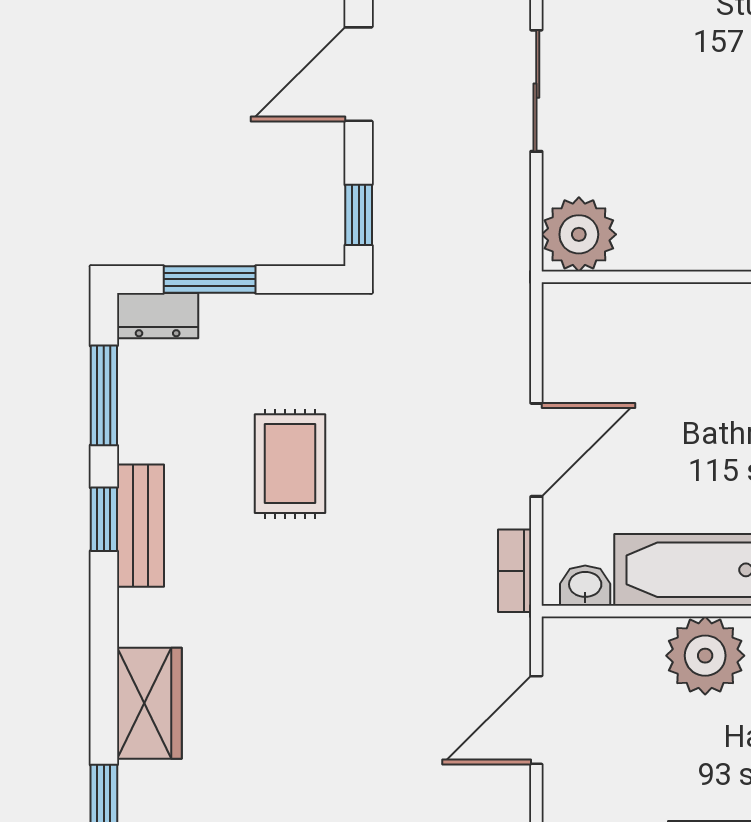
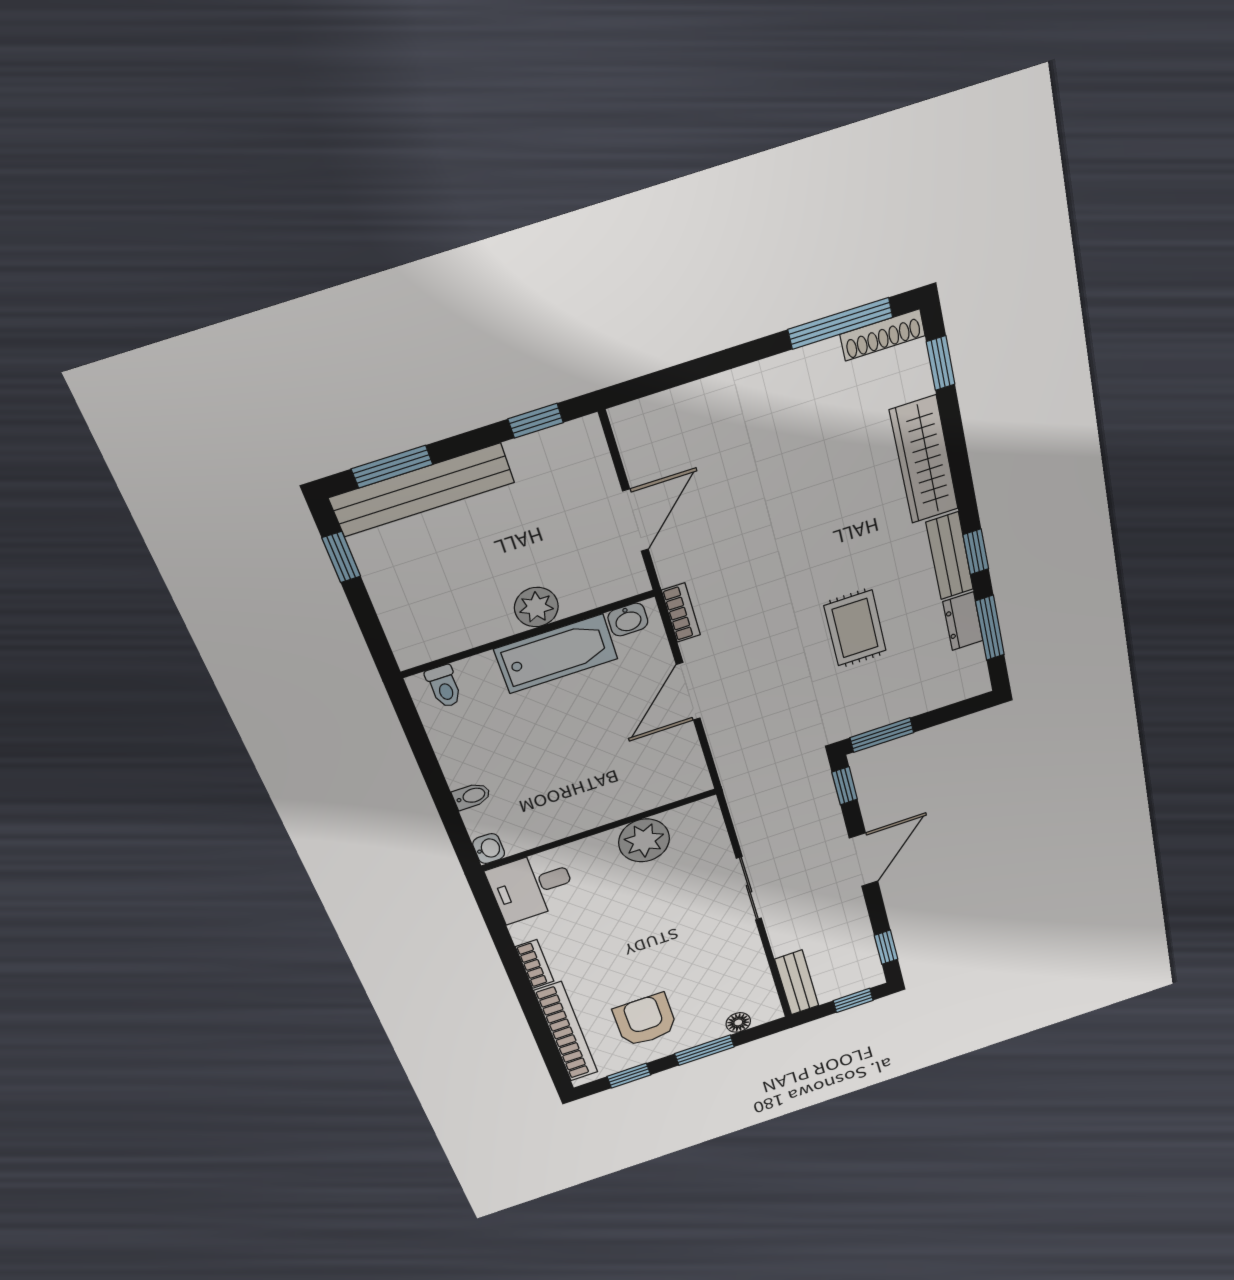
plant: (579, 234) -> (644, 840), moved
window: (210, 279) -> (882, 735), moved
dresser: (158, 316) -> (963, 621), moved, turned -90
plant: (705, 656) -> (536, 607), width x0.73, depth x0.73
wardrobe: (149, 703) -> (924, 460), width x1.50

